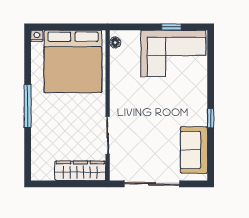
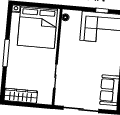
wardrobe: (80, 171) -> (21, 96), moved

